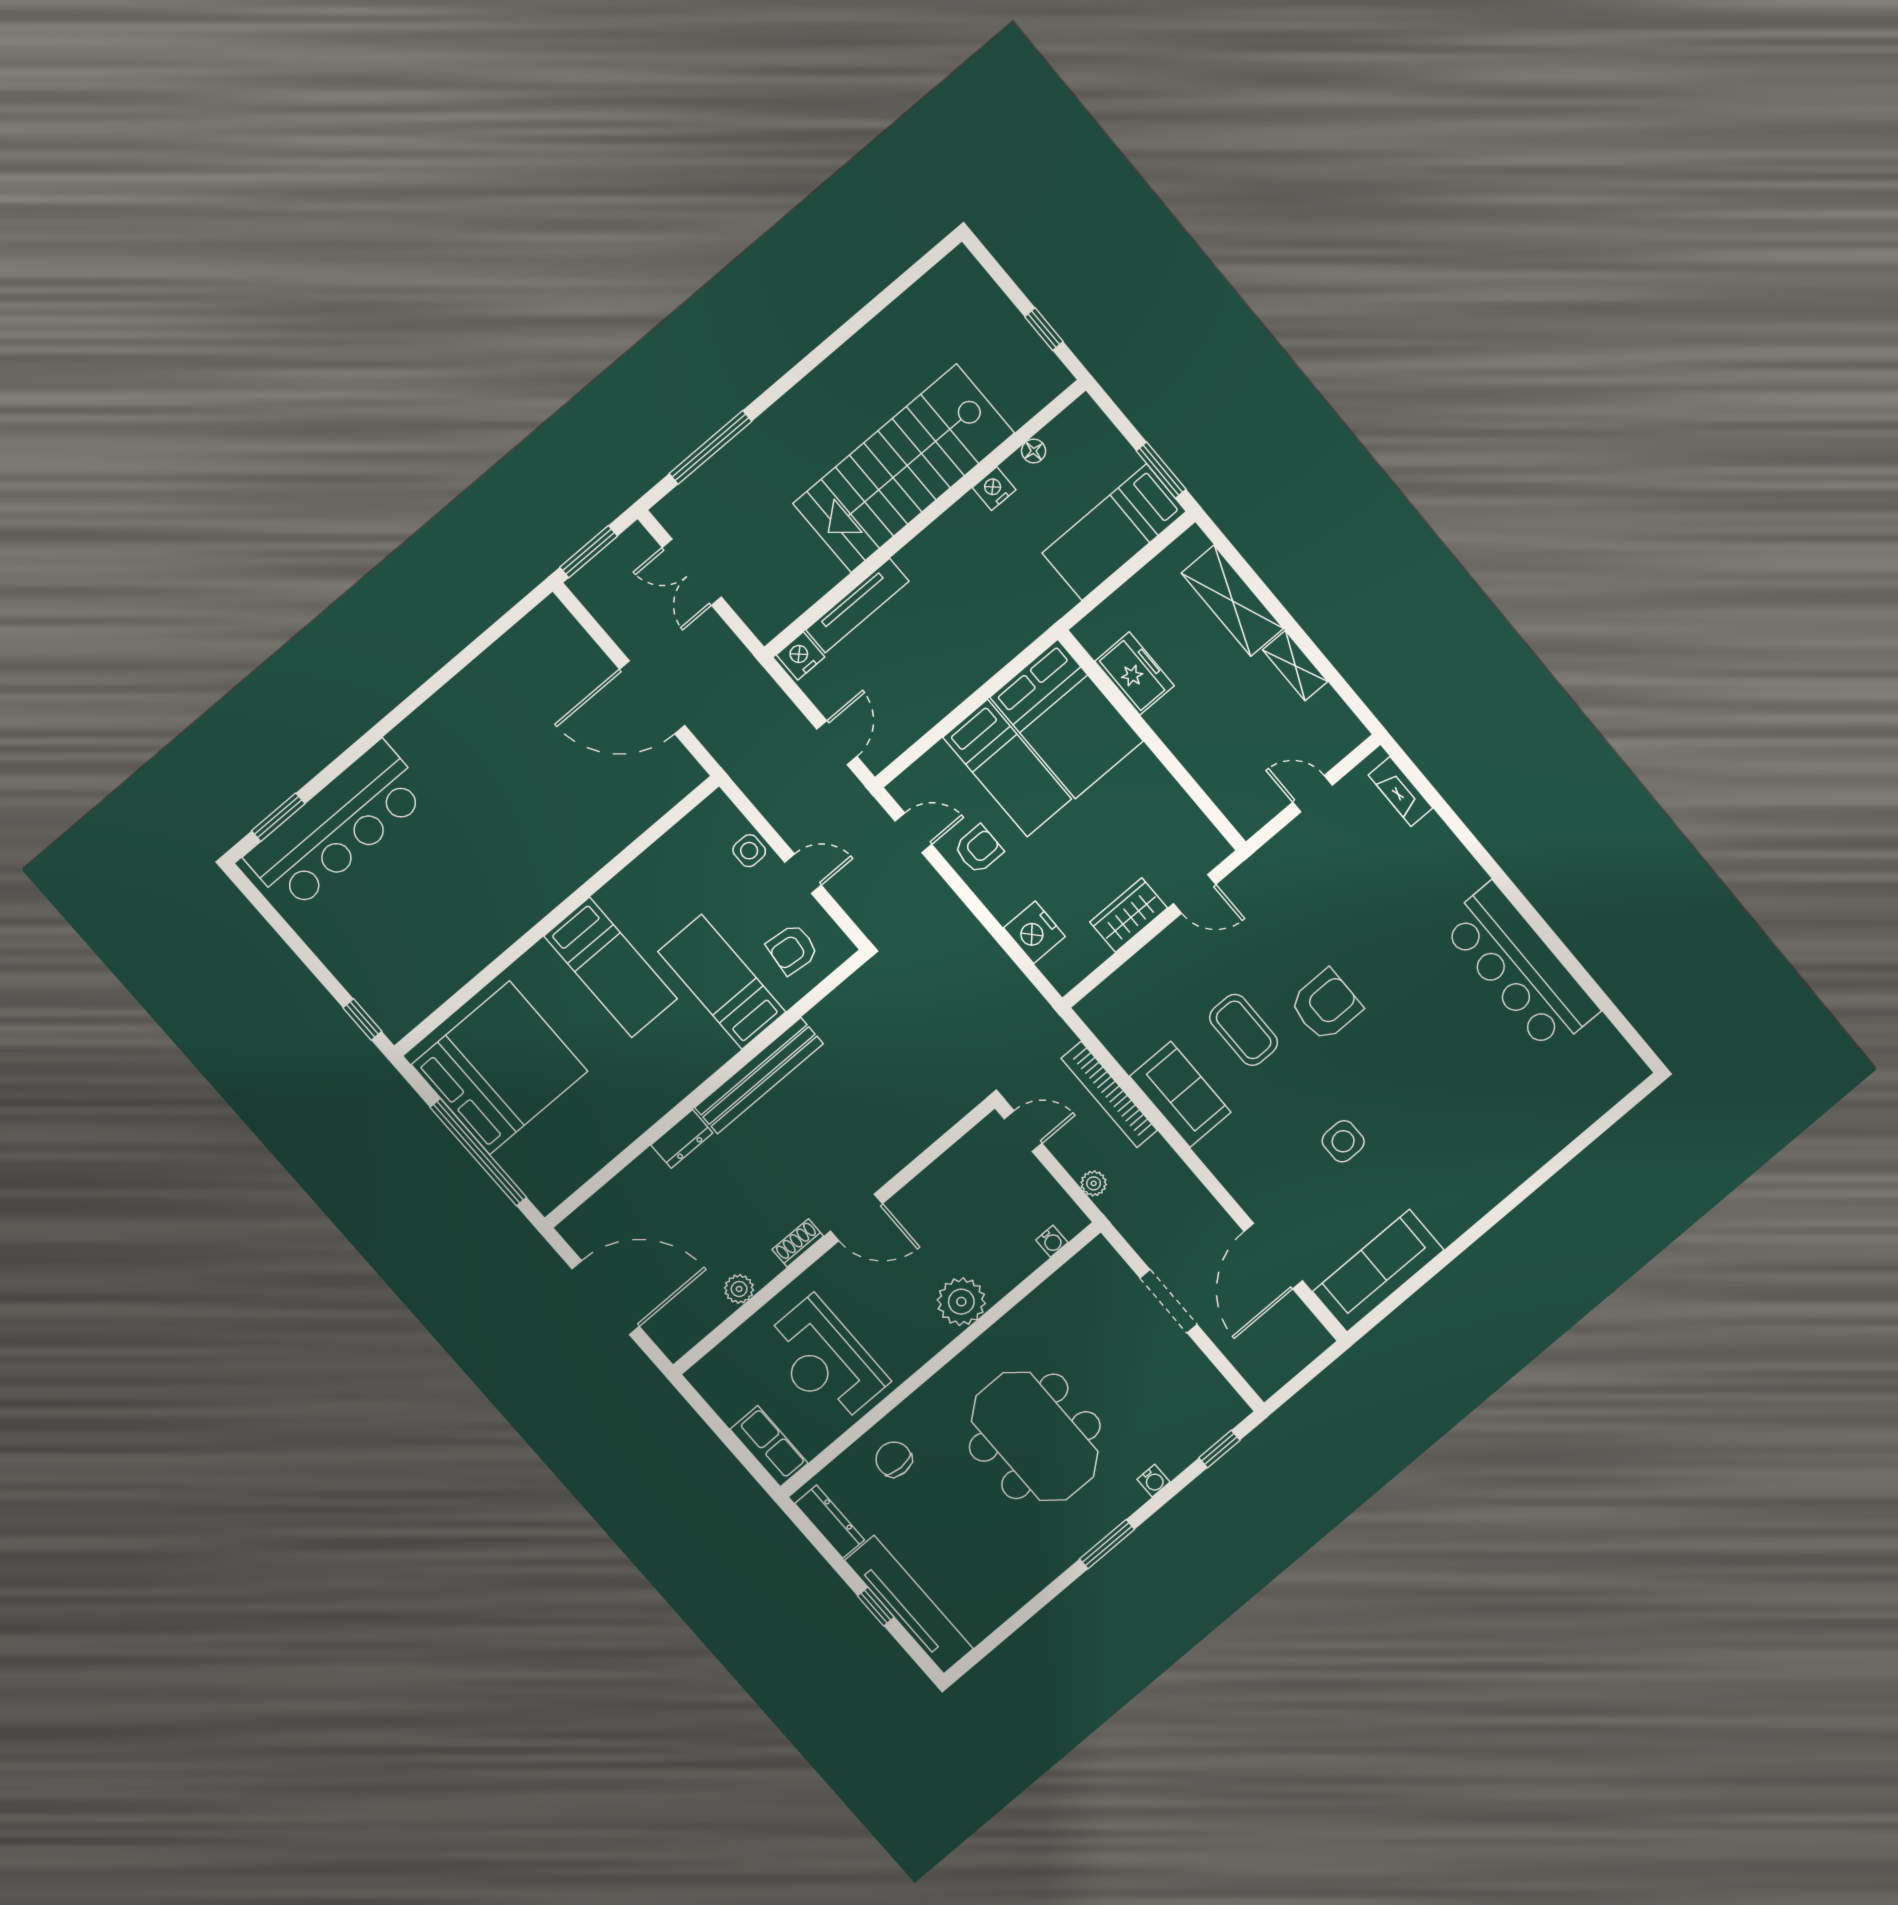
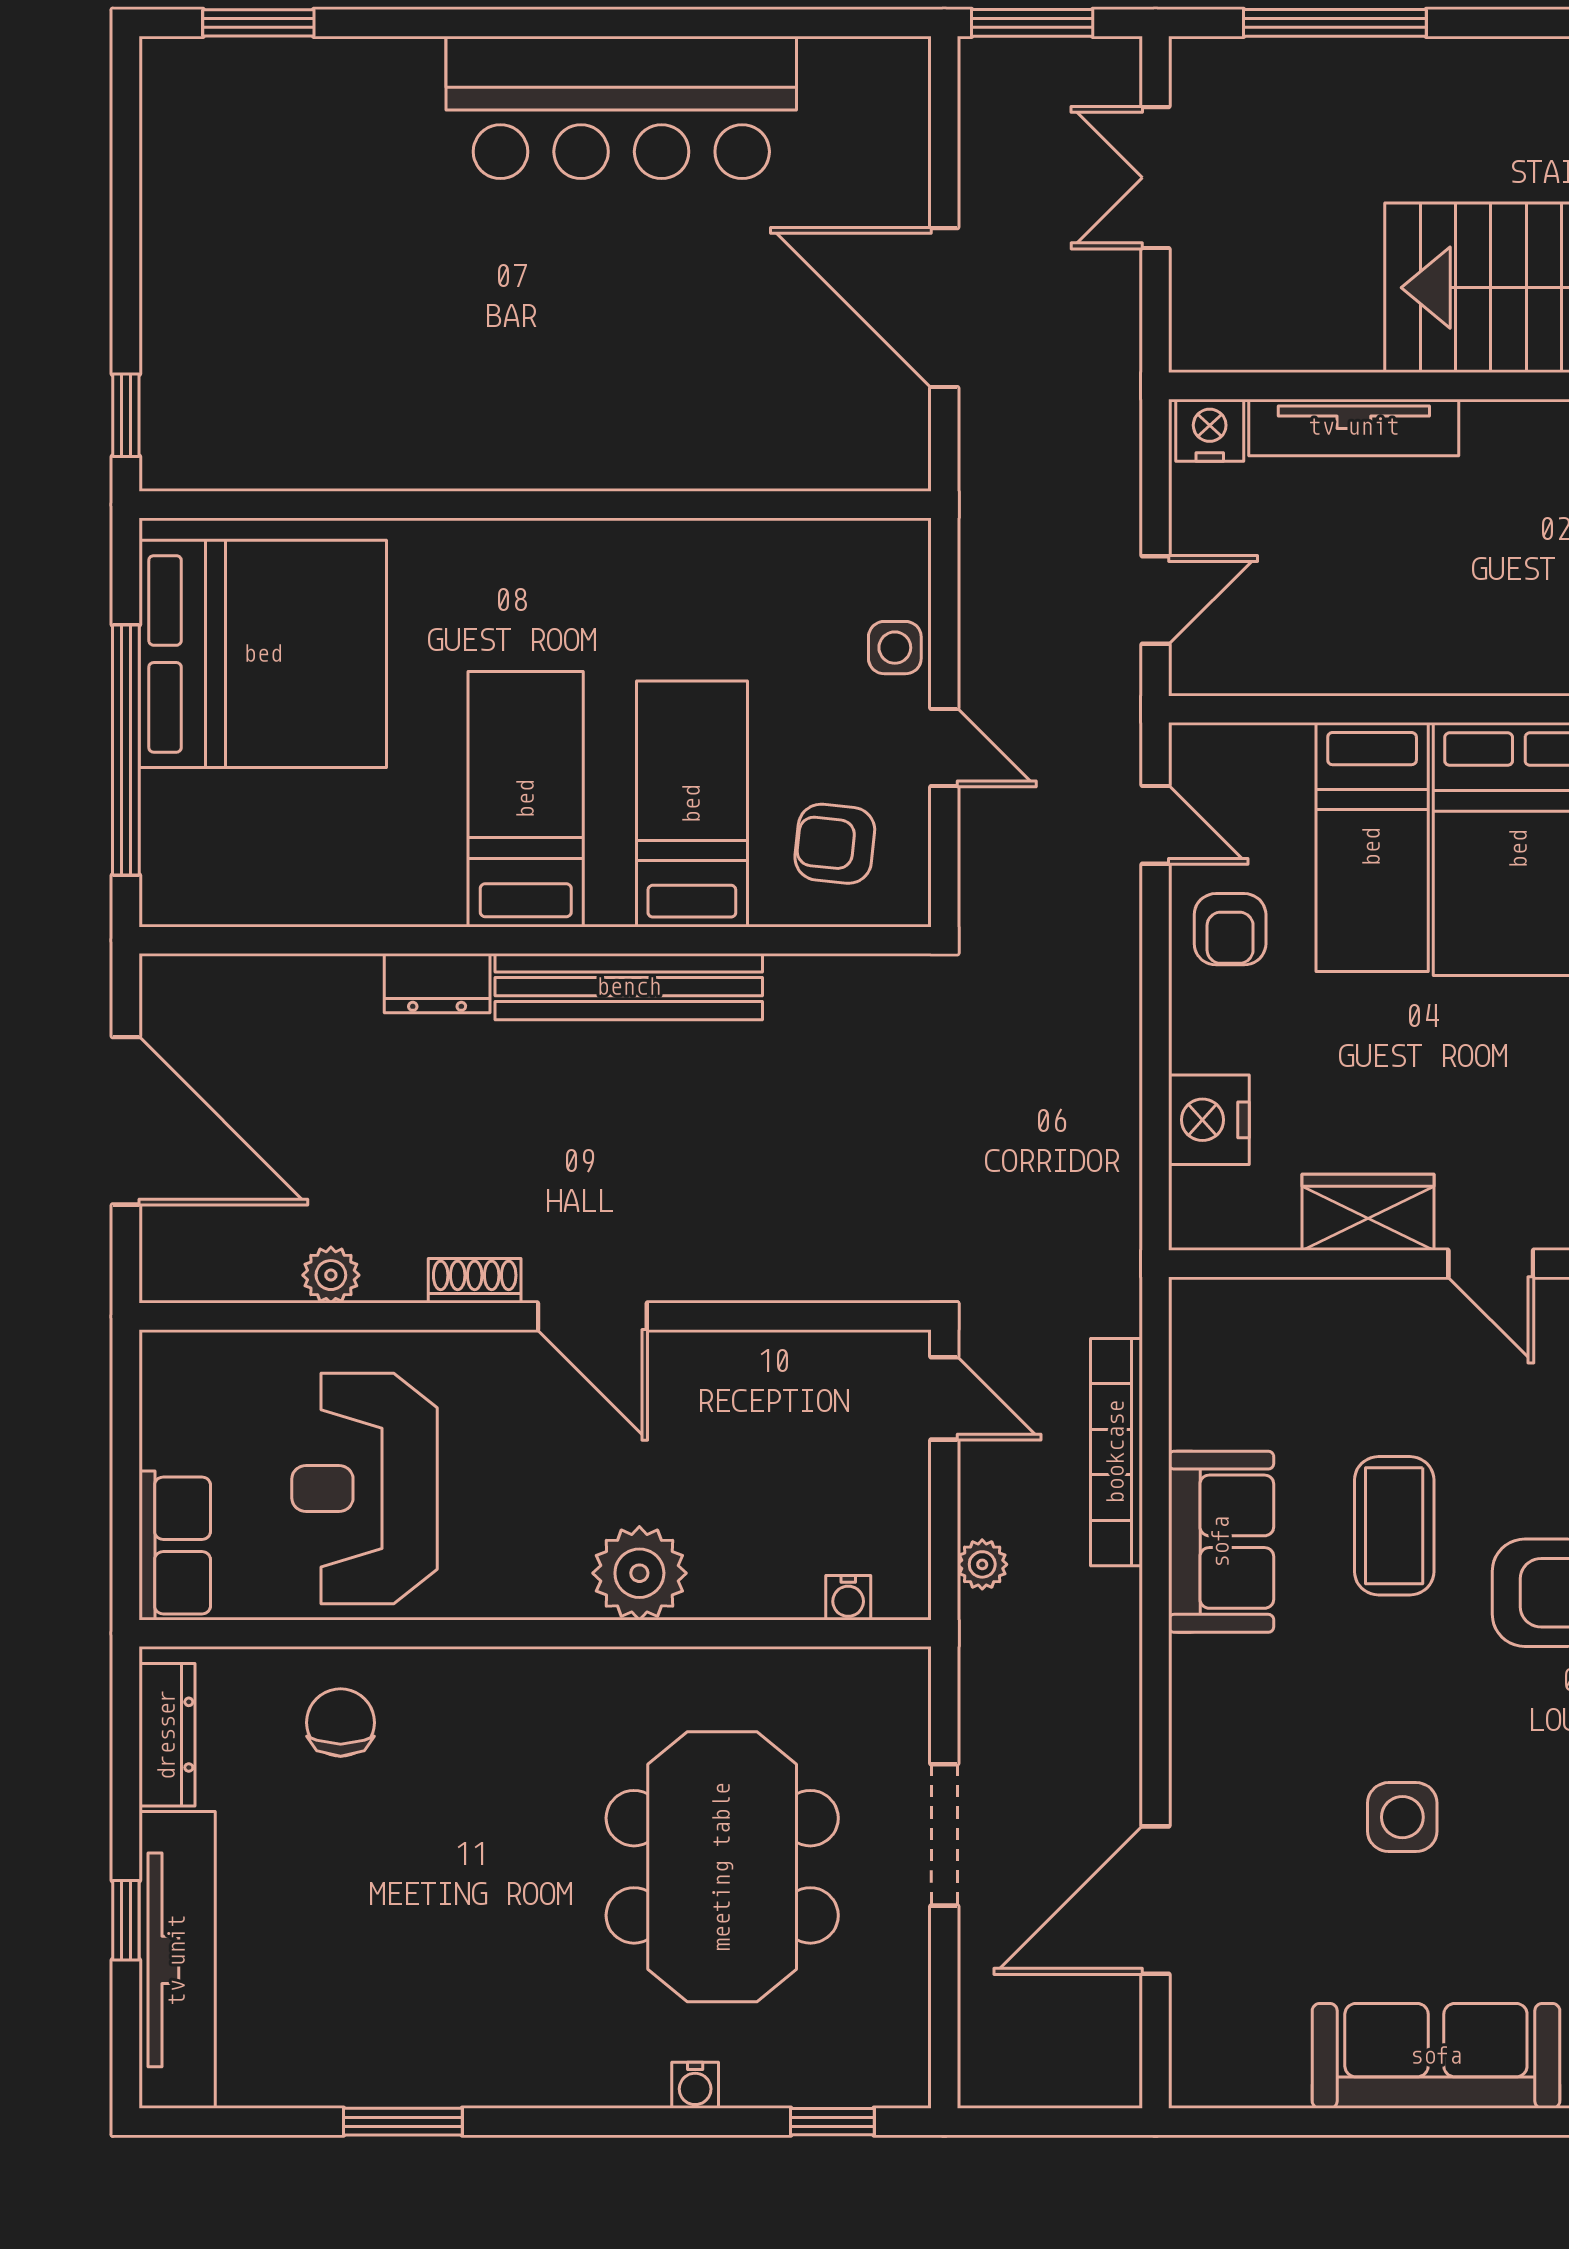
bar counter: (337, 826) -> (621, 107), moved
armchair: (979, 849) -> (1230, 929), turned 90
bed: (611, 967) -> (526, 799), moved, turned 180
sofa: (1378, 1271) -> (1436, 2056), moved
meeting table: (1035, 1436) -> (722, 1867), moved
window: (1107, 1544) -> (403, 2122), moved

